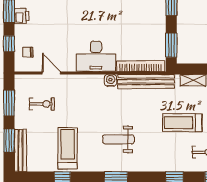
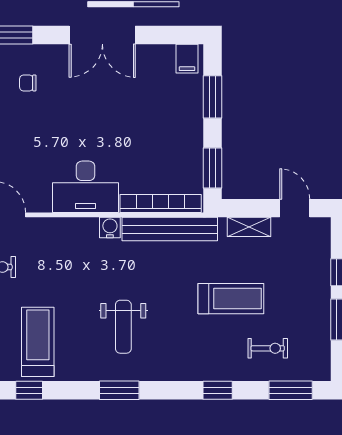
treadmill: (182, 123) -> (231, 299), turned 180
weight bench: (118, 139) -> (123, 327), turned -90

